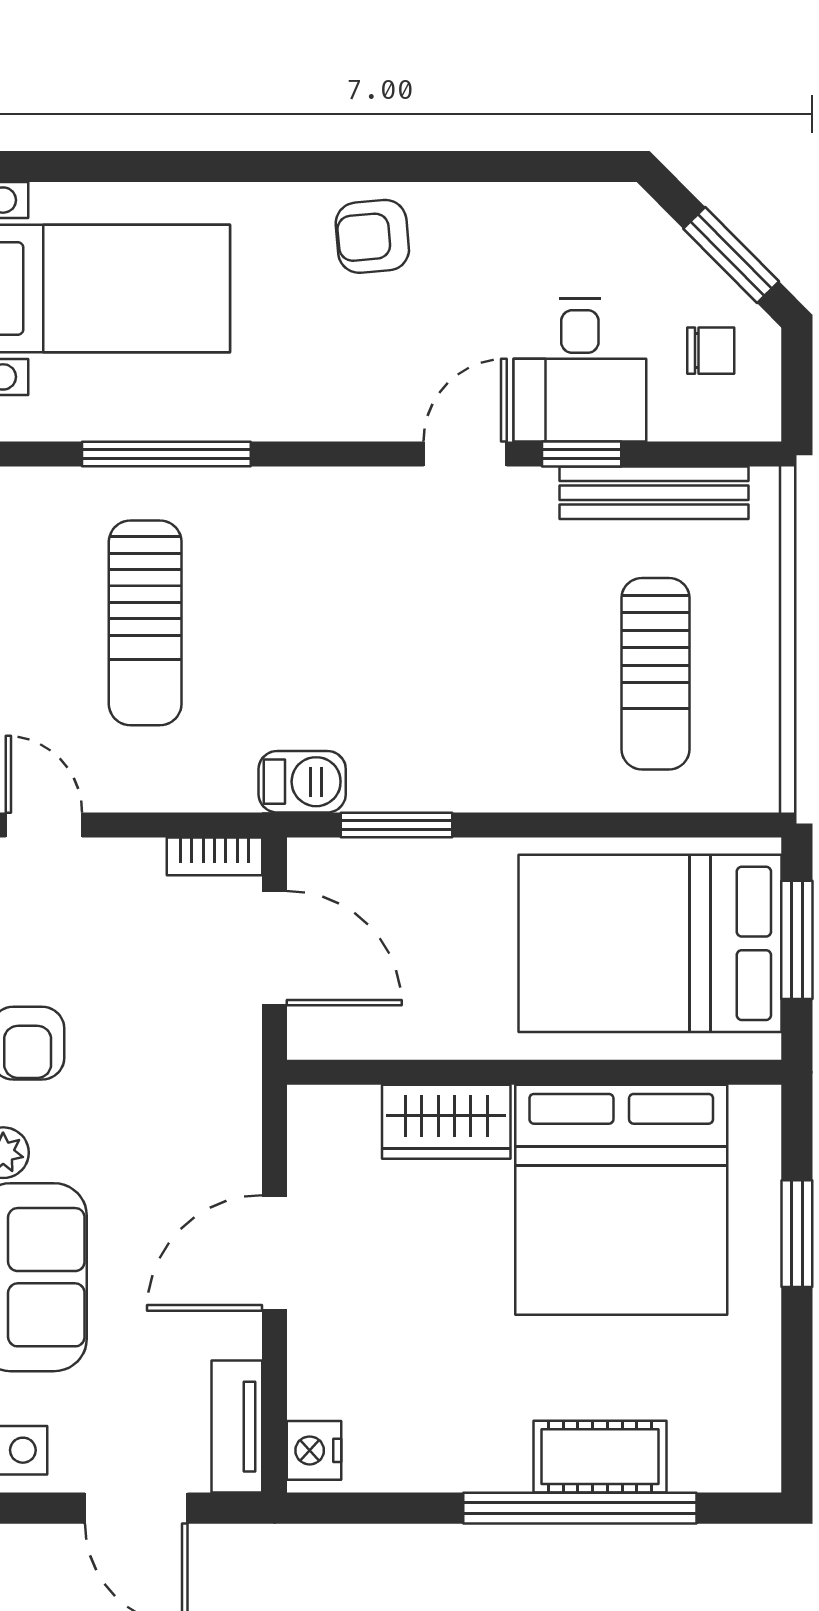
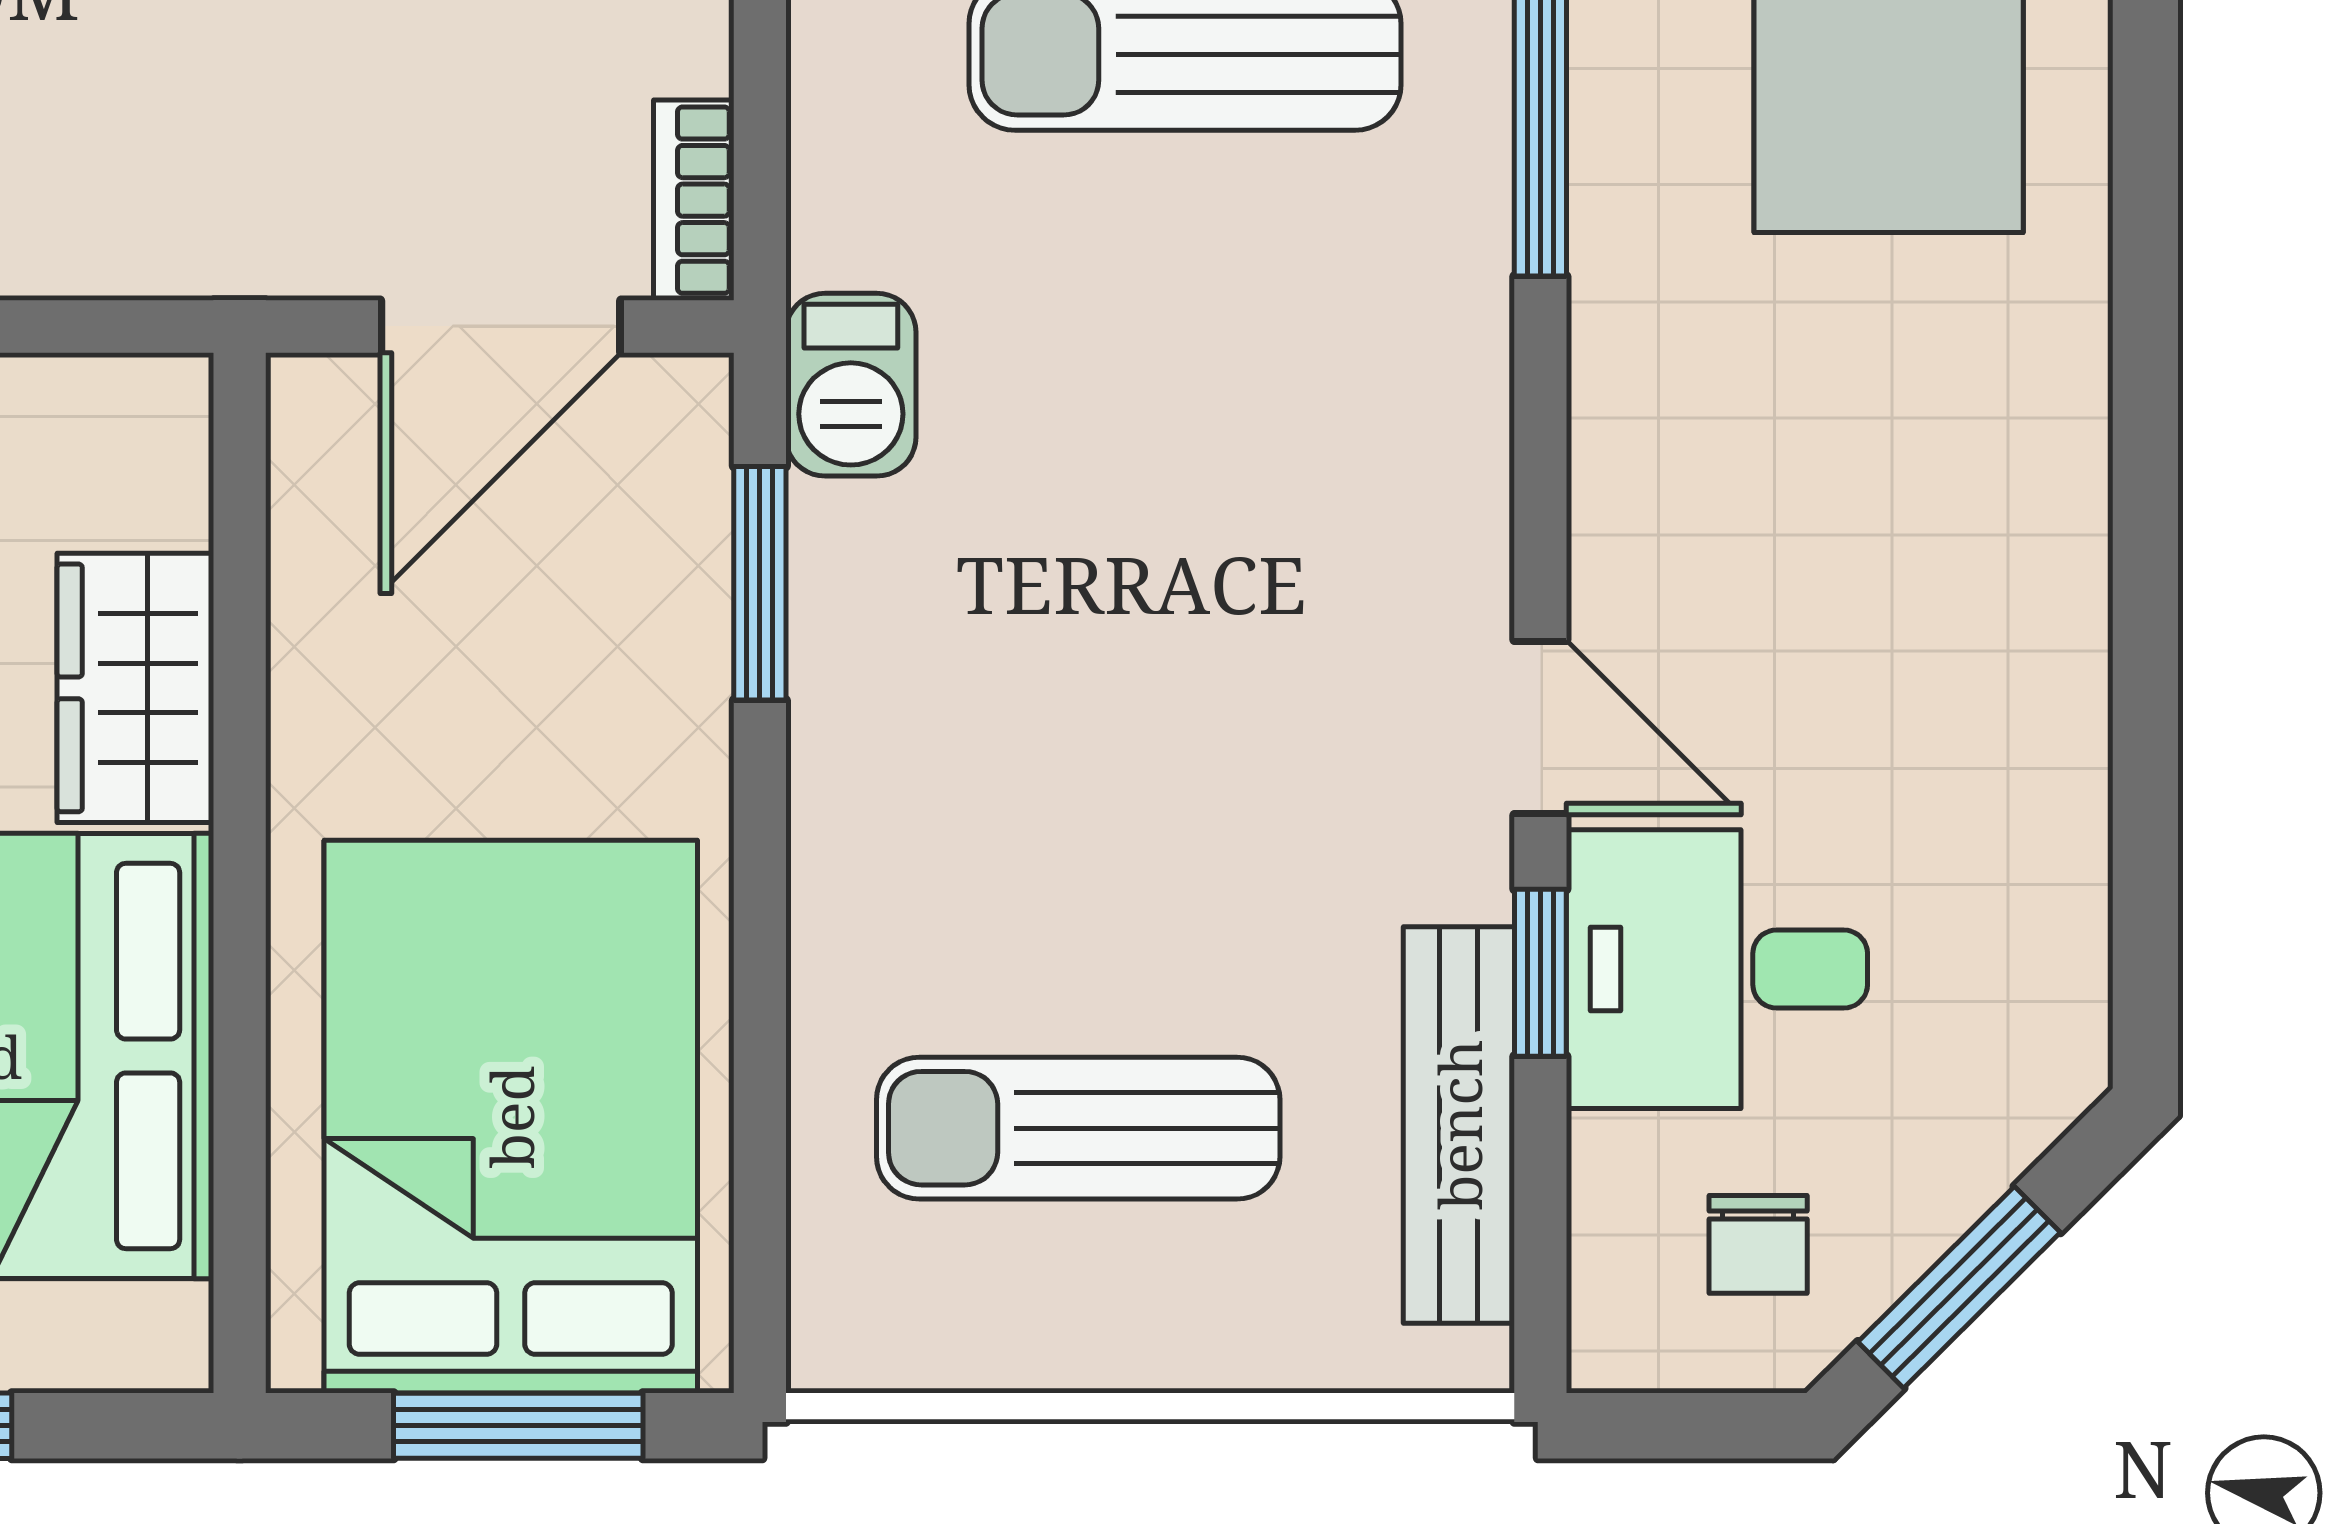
armchair: (372, 236) -> (1998, 532), removed

